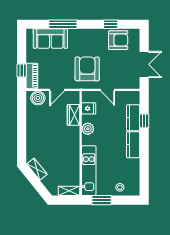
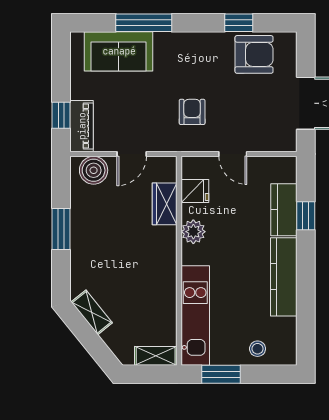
armchair: (87, 69) -> (192, 112), width x0.53, depth x0.53
window: (22, 127) -> (61, 229), added
kitchen counter: (133, 145) -> (284, 277), width x1.50

